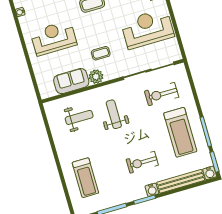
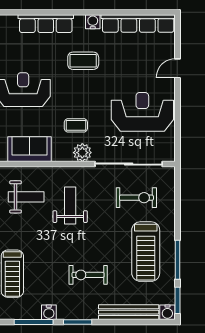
plant: (96, 77) -> (82, 153), moved
exercise bike: (162, 94) -> (136, 198), turned 180
water cooler: (152, 190) -> (49, 312), moved

